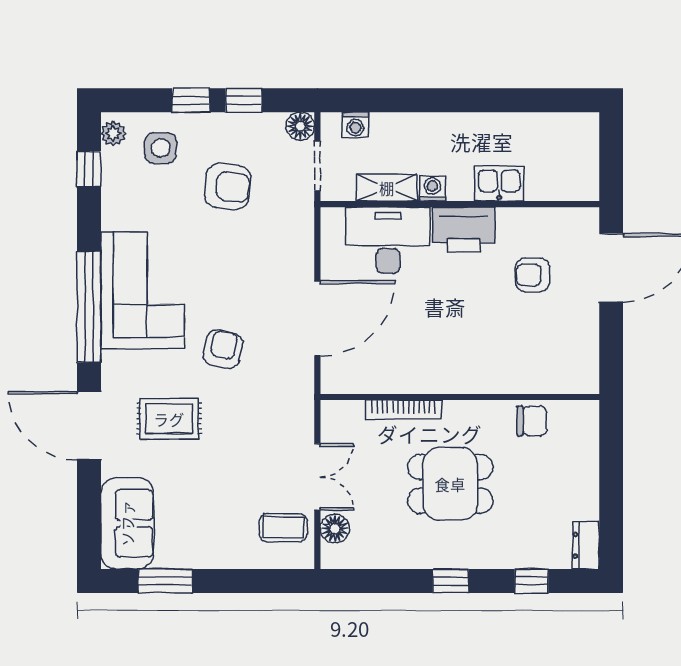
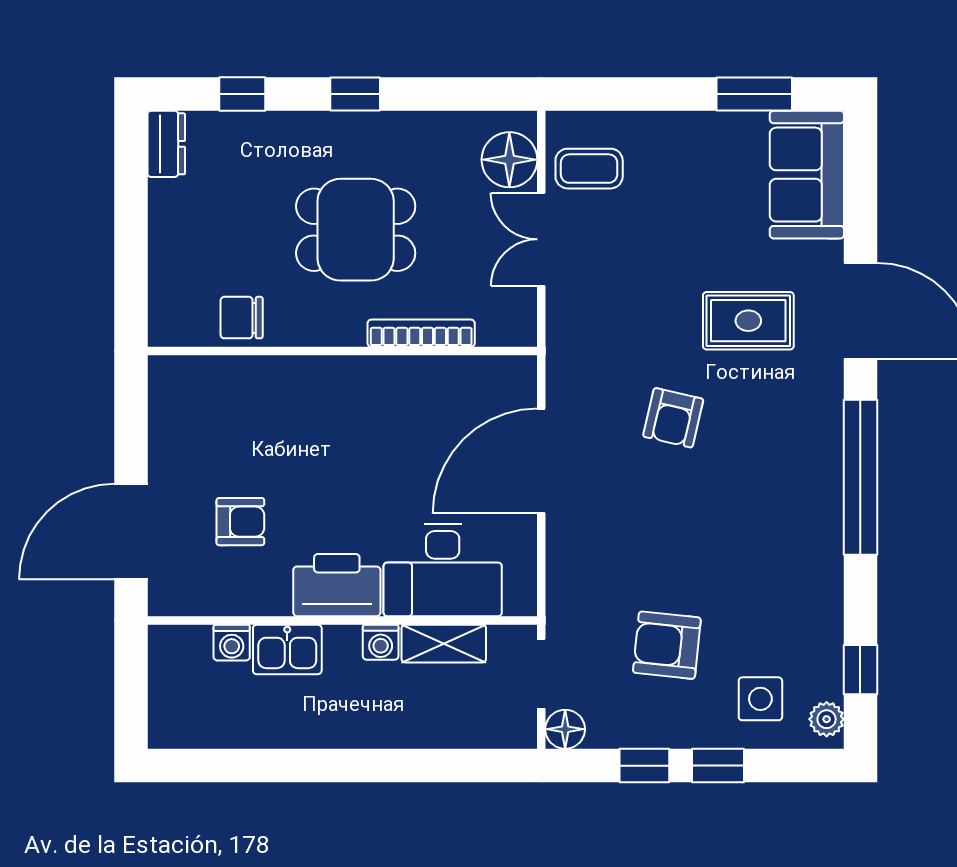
washing machine: (355, 125) -> (232, 643), moved, turned 180
corner sofa: (143, 290) -> (785, 500), removed
floor lamp: (335, 529) -> (509, 160), width x1.38, depth x1.38

